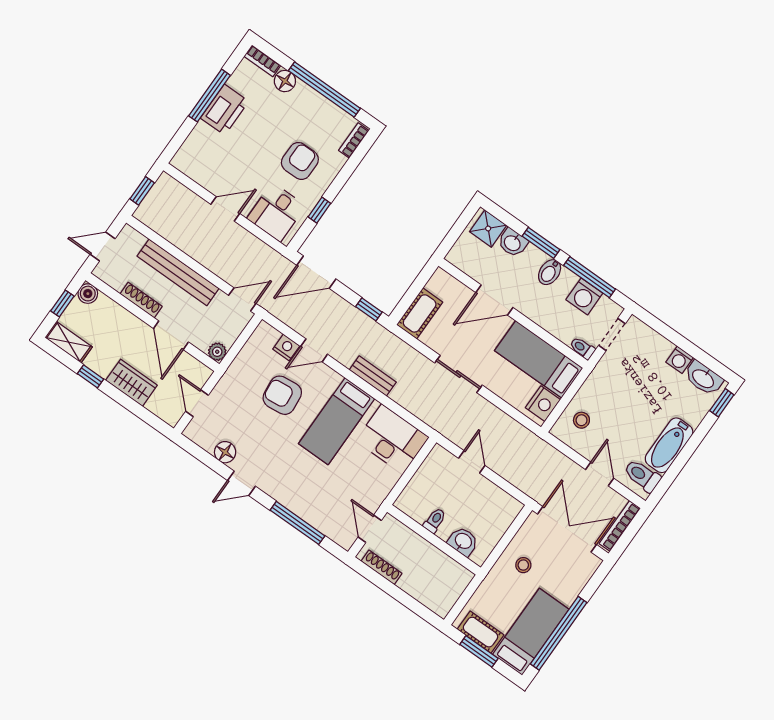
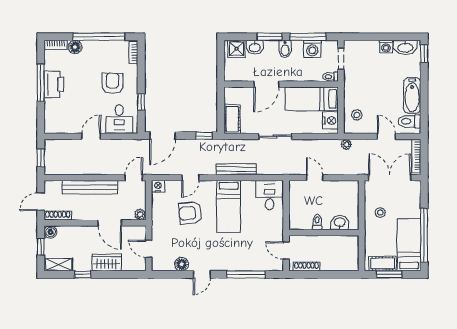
shoe rack: (141, 300) -> (58, 216), moved
nightstand: (286, 347) -> (158, 186), moved
bench: (373, 376) -> (236, 169), width x1.36
desk: (392, 439) -> (270, 195), width x0.73
plant: (541, 448) -> (346, 144), added

